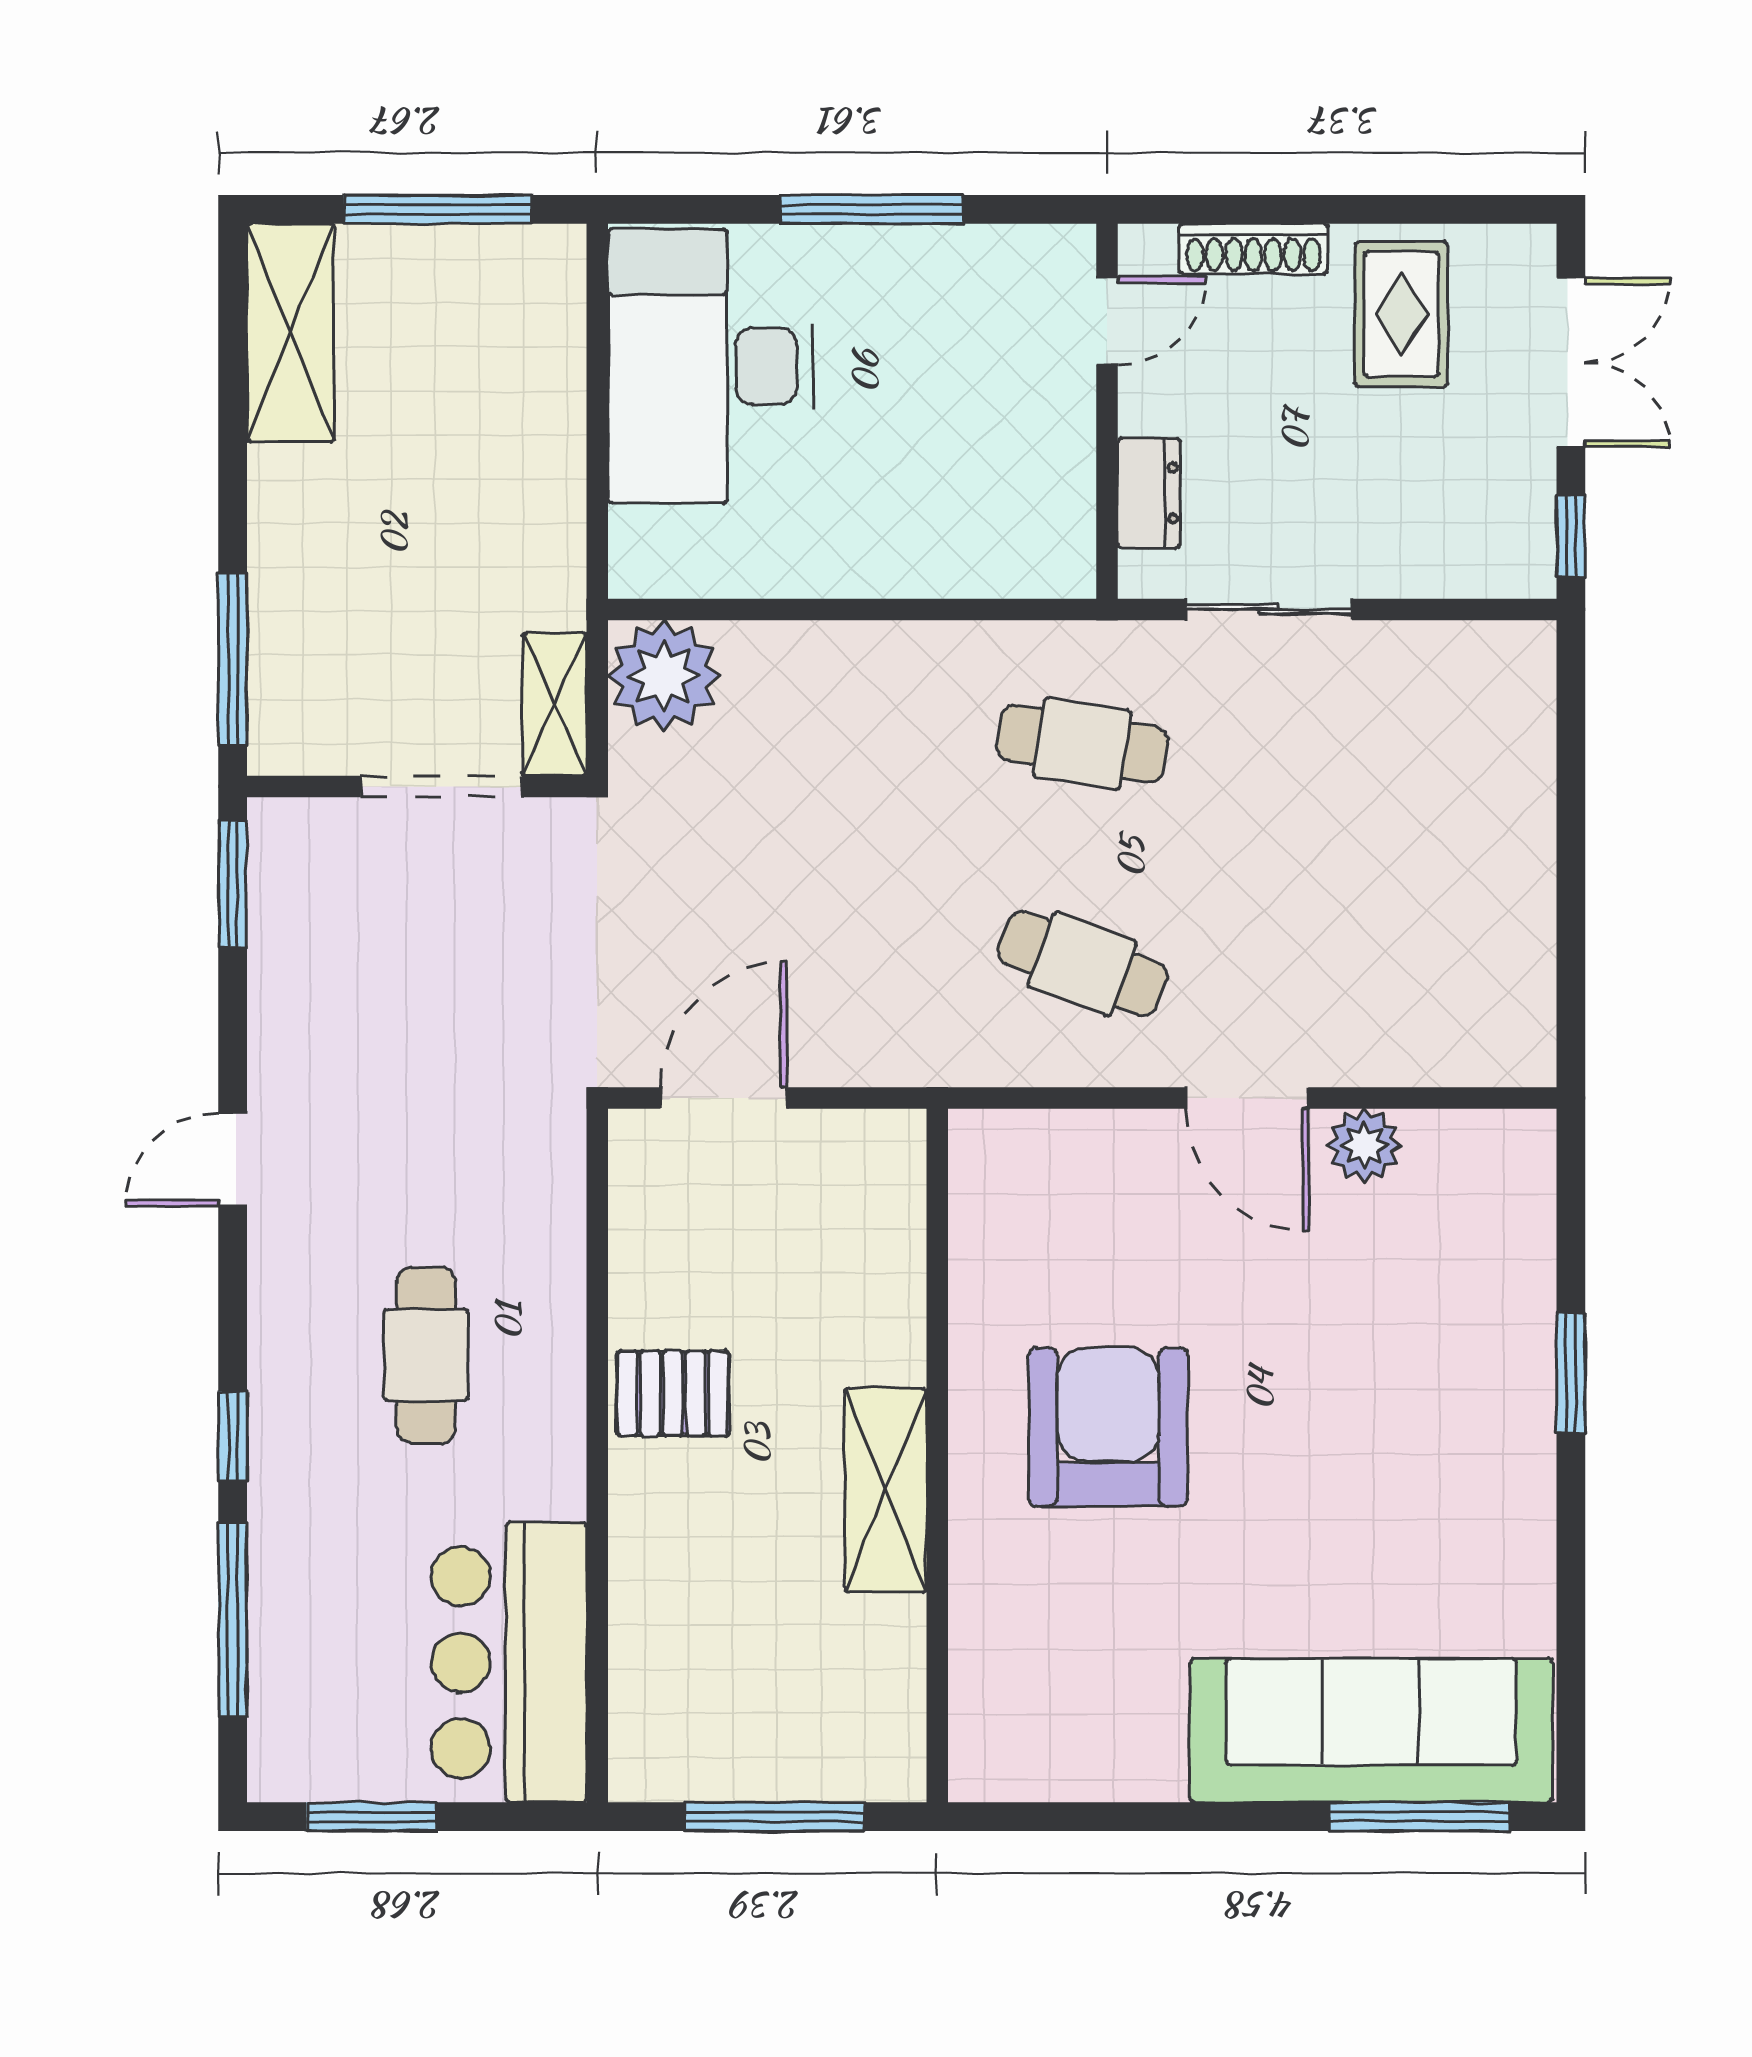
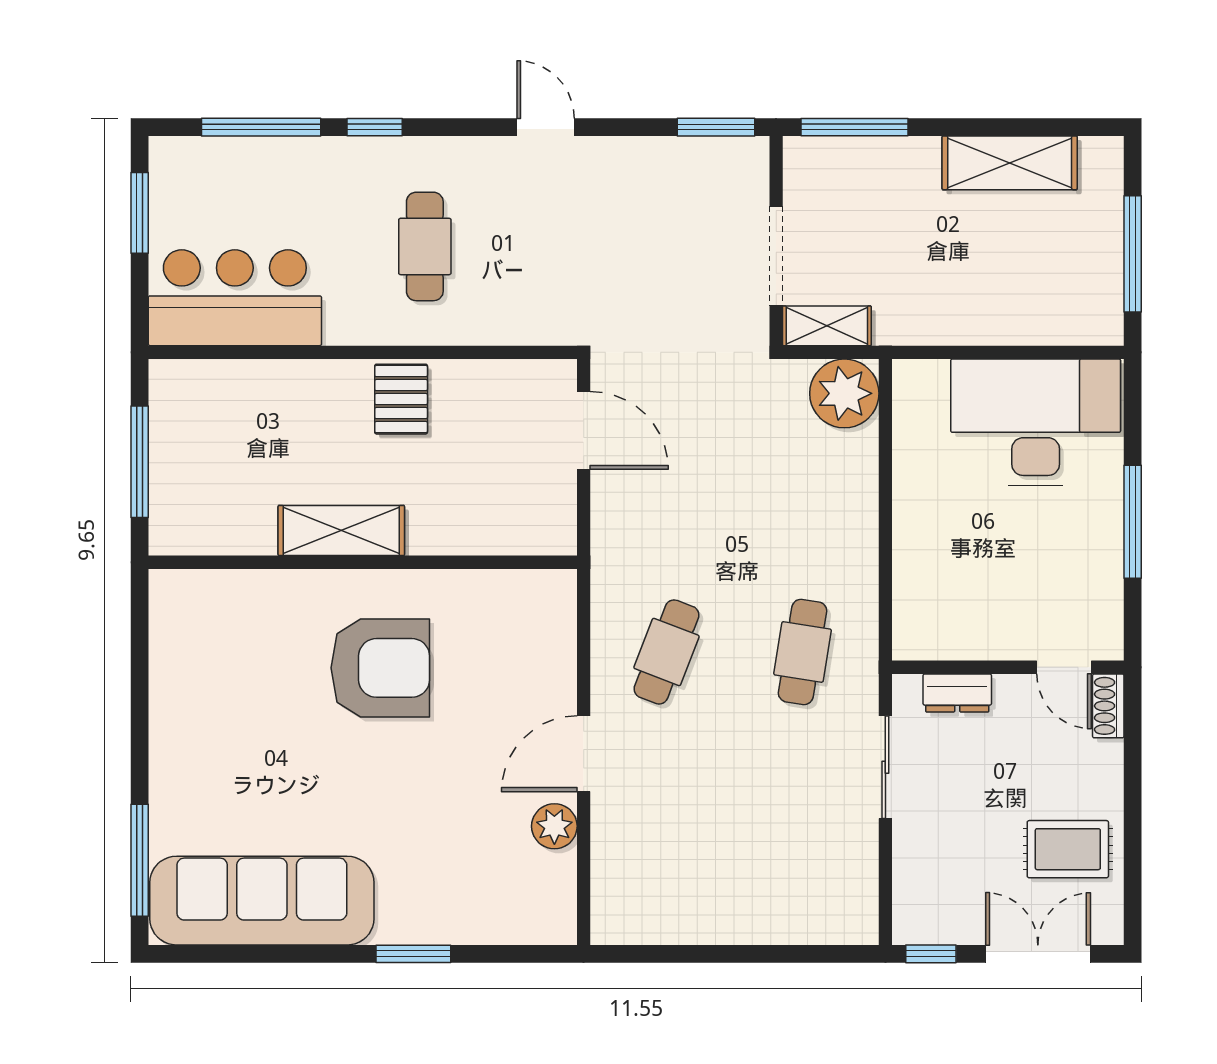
shoe rack: (1253, 249) -> (1108, 706), moved, width x0.70
shelving: (291, 333) -> (1010, 163), moved
double door: (1571, 362) -> (1038, 954), swing flipped
cafe table: (426, 1355) -> (425, 246), turned 90
sofa: (1371, 1731) -> (262, 901), moved, turned -90

